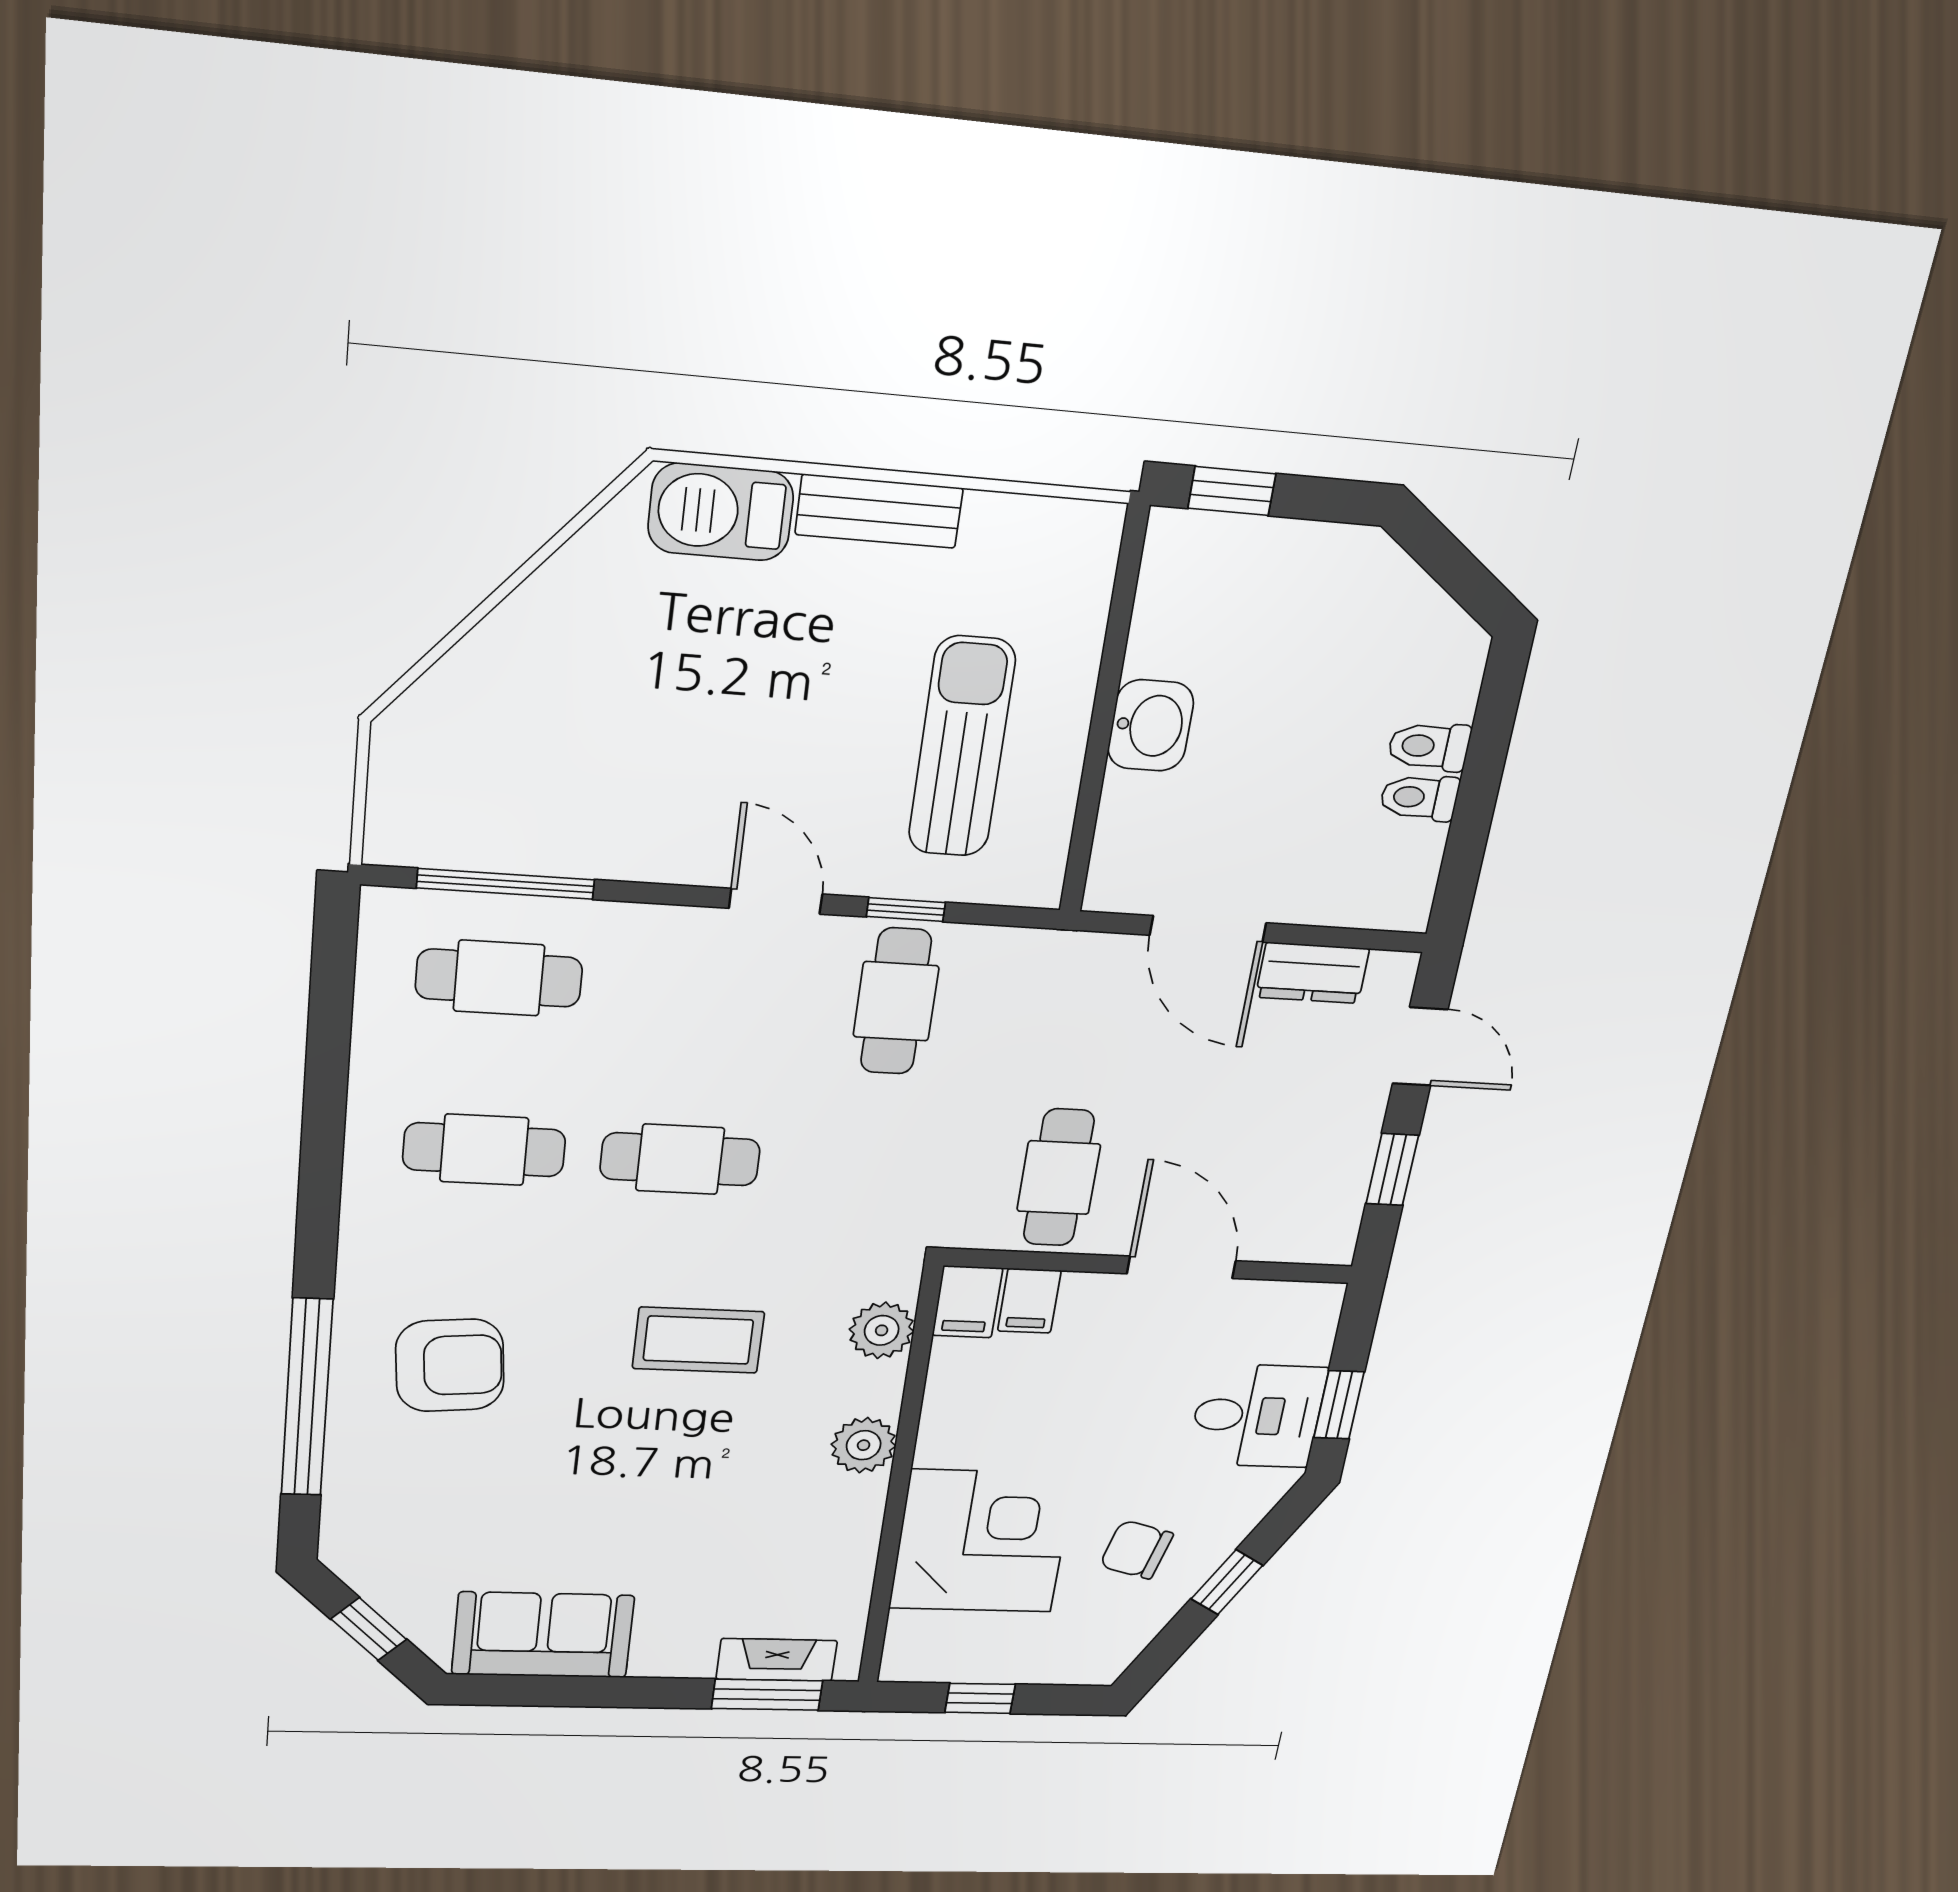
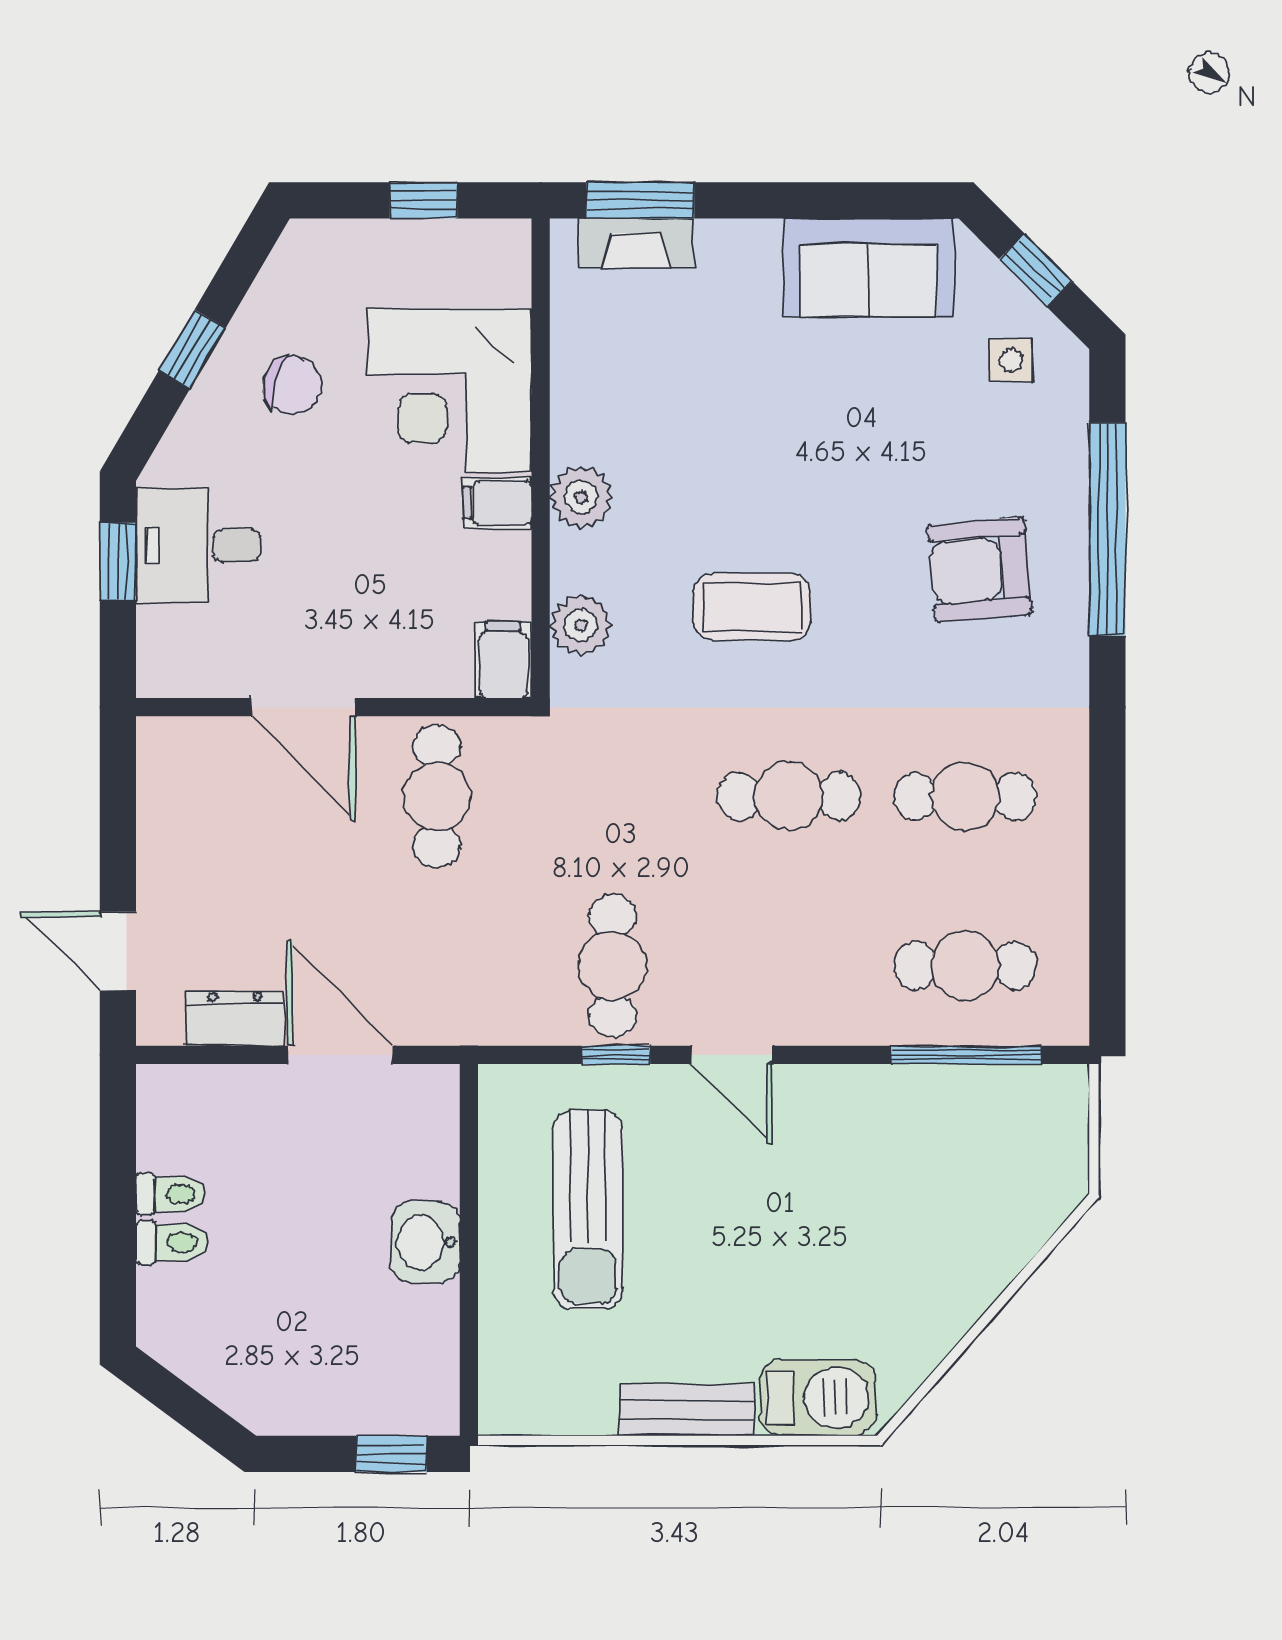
window: (1392, 1169) -> (118, 822), removed
filing cabinet: (1029, 1301) -> (497, 503), moved, turned -90
side table: (401, 1552) -> (1011, 360), added

